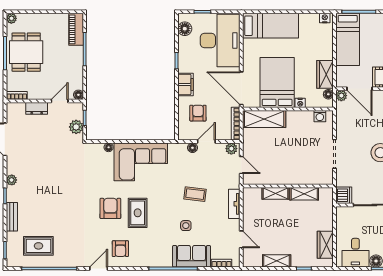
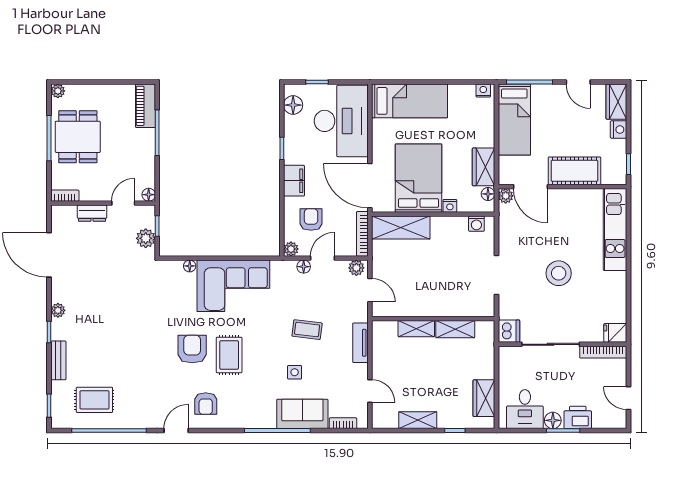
plant: (183, 135) -> (291, 249), added

